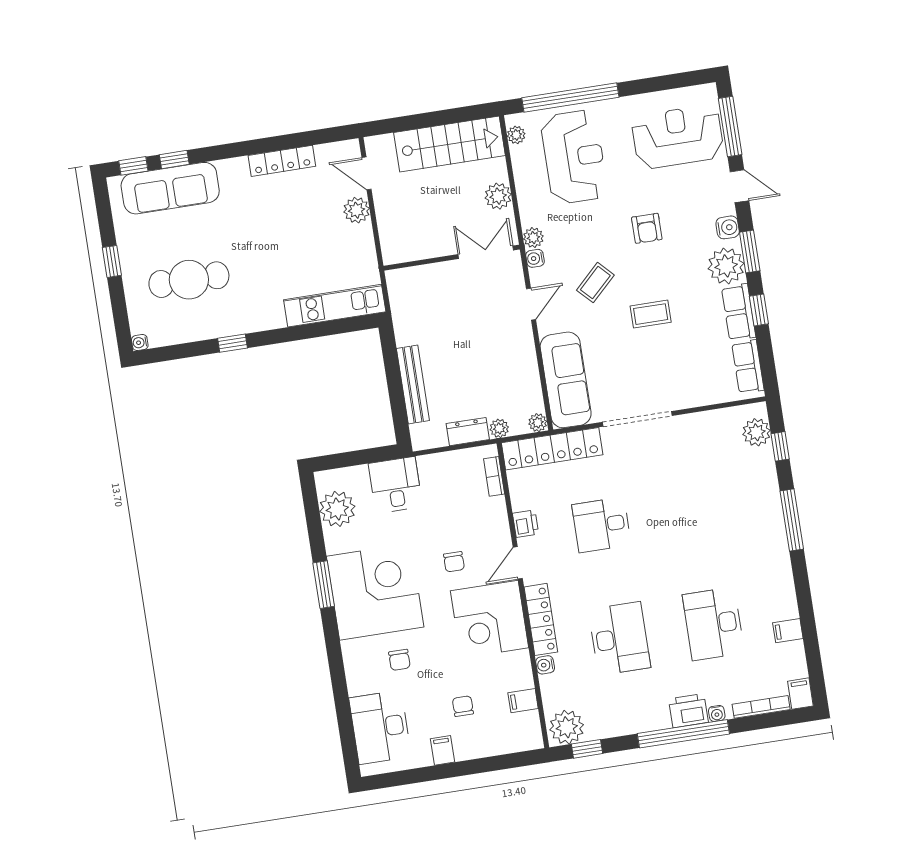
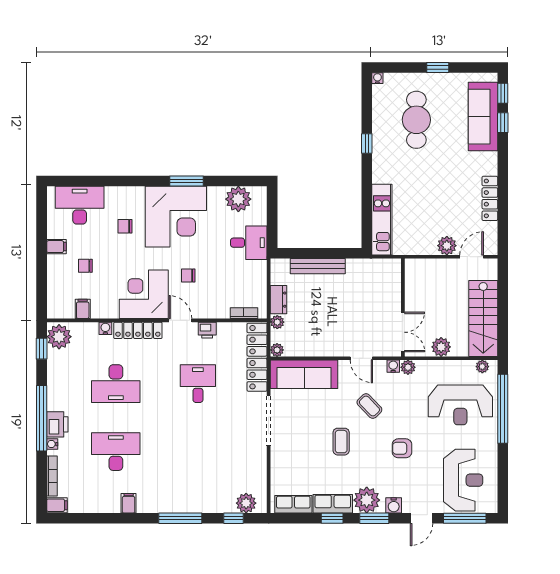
filing cabinet: (788, 631) -> (129, 503), moved
chair: (463, 706) -> (85, 266), turned 180

